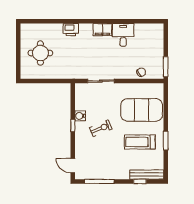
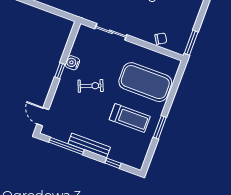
treadmill: (140, 142) -> (130, 118), turned 180
bench: (147, 175) -> (89, 145), moved

